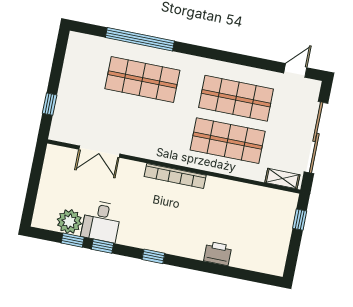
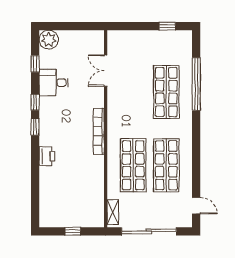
window: (50, 104) -> (167, 26), moved
window: (300, 220) -> (73, 231), moved
plant: (69, 221) -> (49, 40), moved
window: (103, 246) -> (35, 102), moved
printer: (218, 253) -> (47, 156), moved

